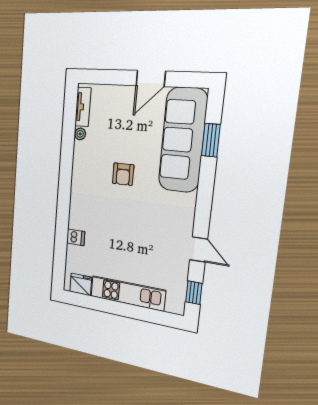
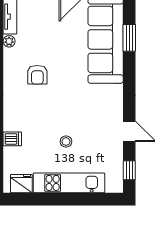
armchair: (123, 174) -> (37, 75), moved
stool: (128, 249) -> (66, 142), added

